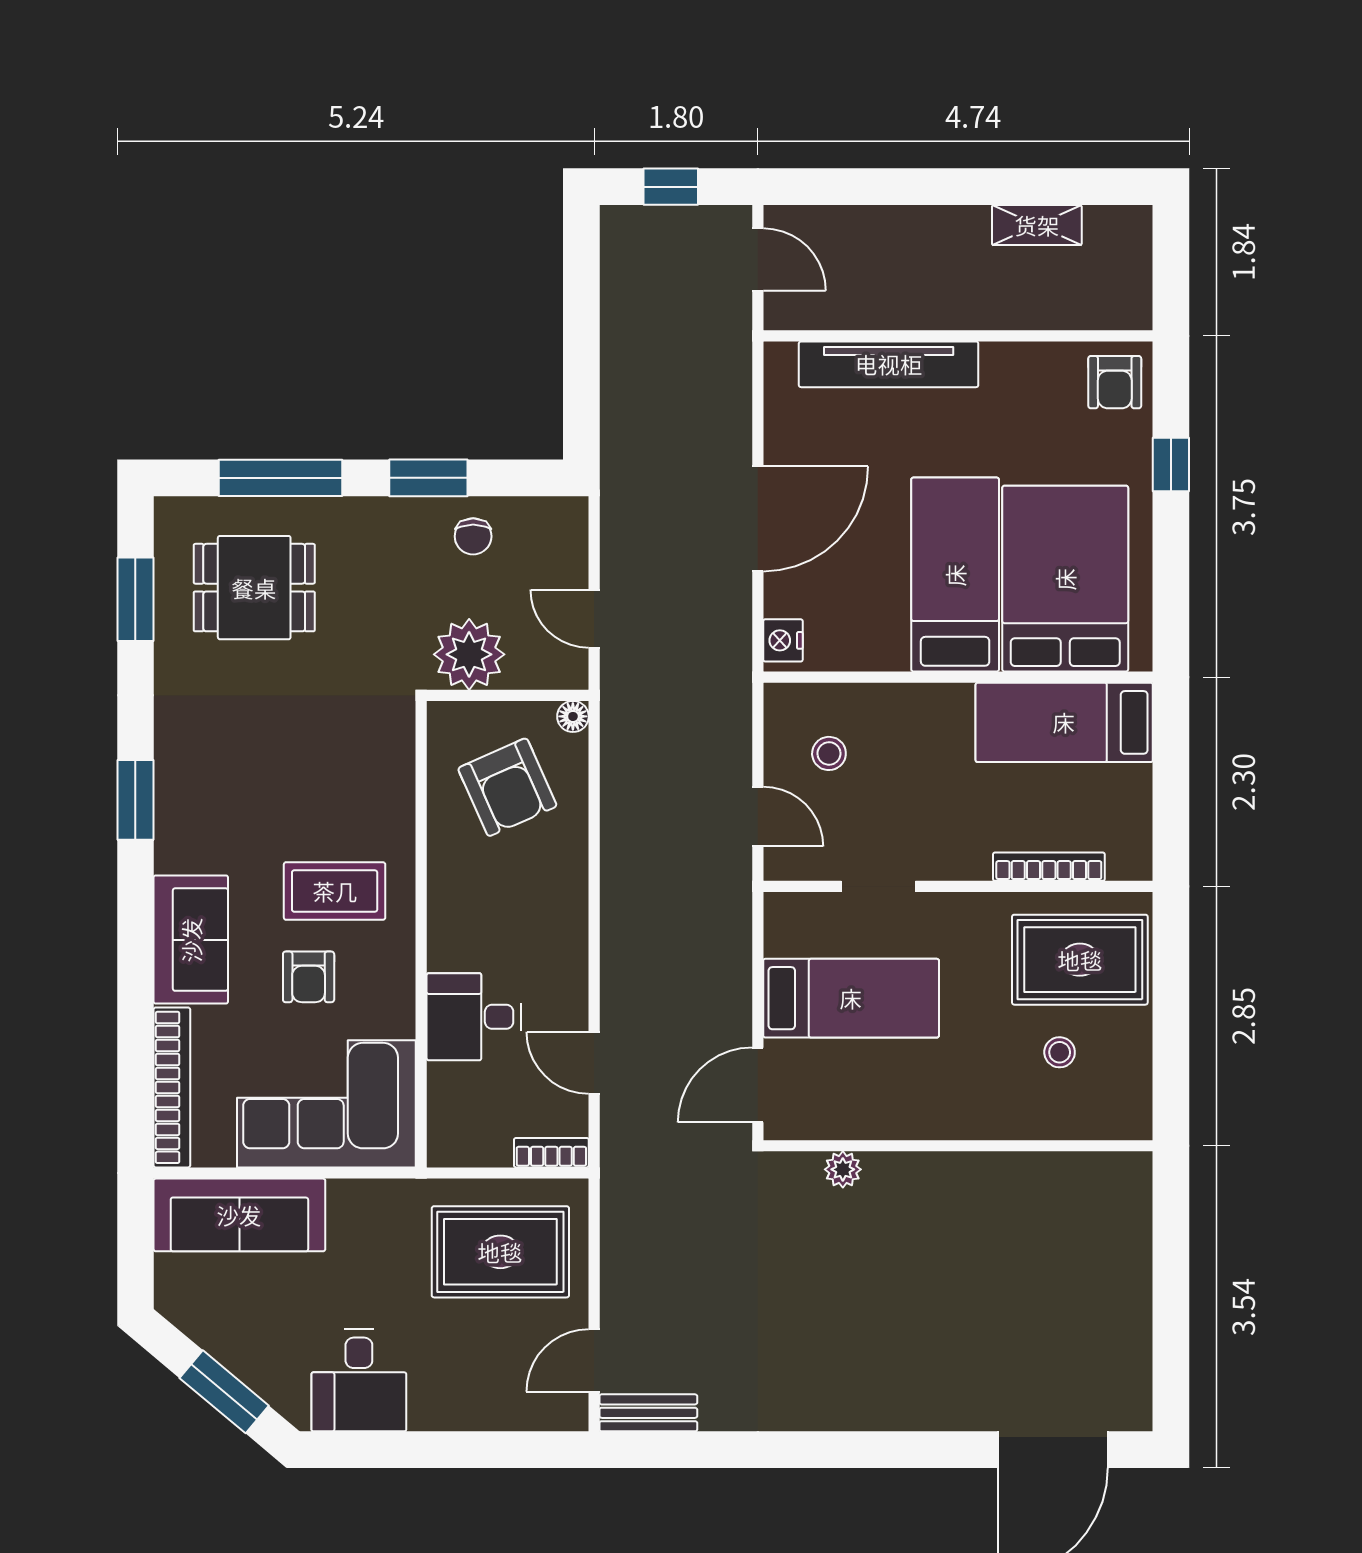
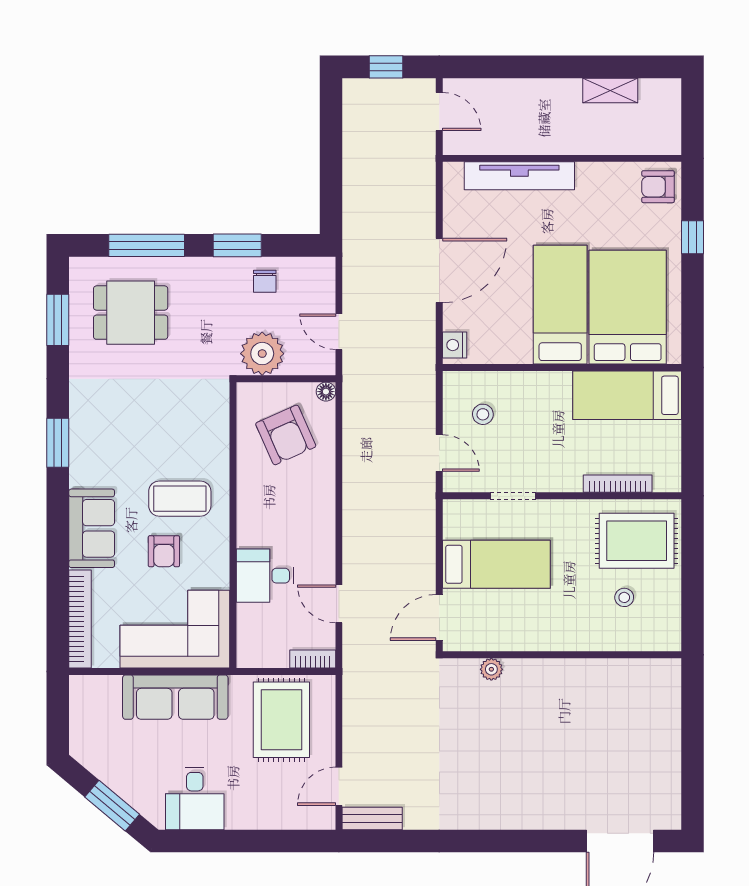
armchair: (1115, 382) -> (658, 187), turned 90
sofa: (239, 1215) -> (175, 697), moved
rug: (500, 1252) -> (281, 720), turned 90

